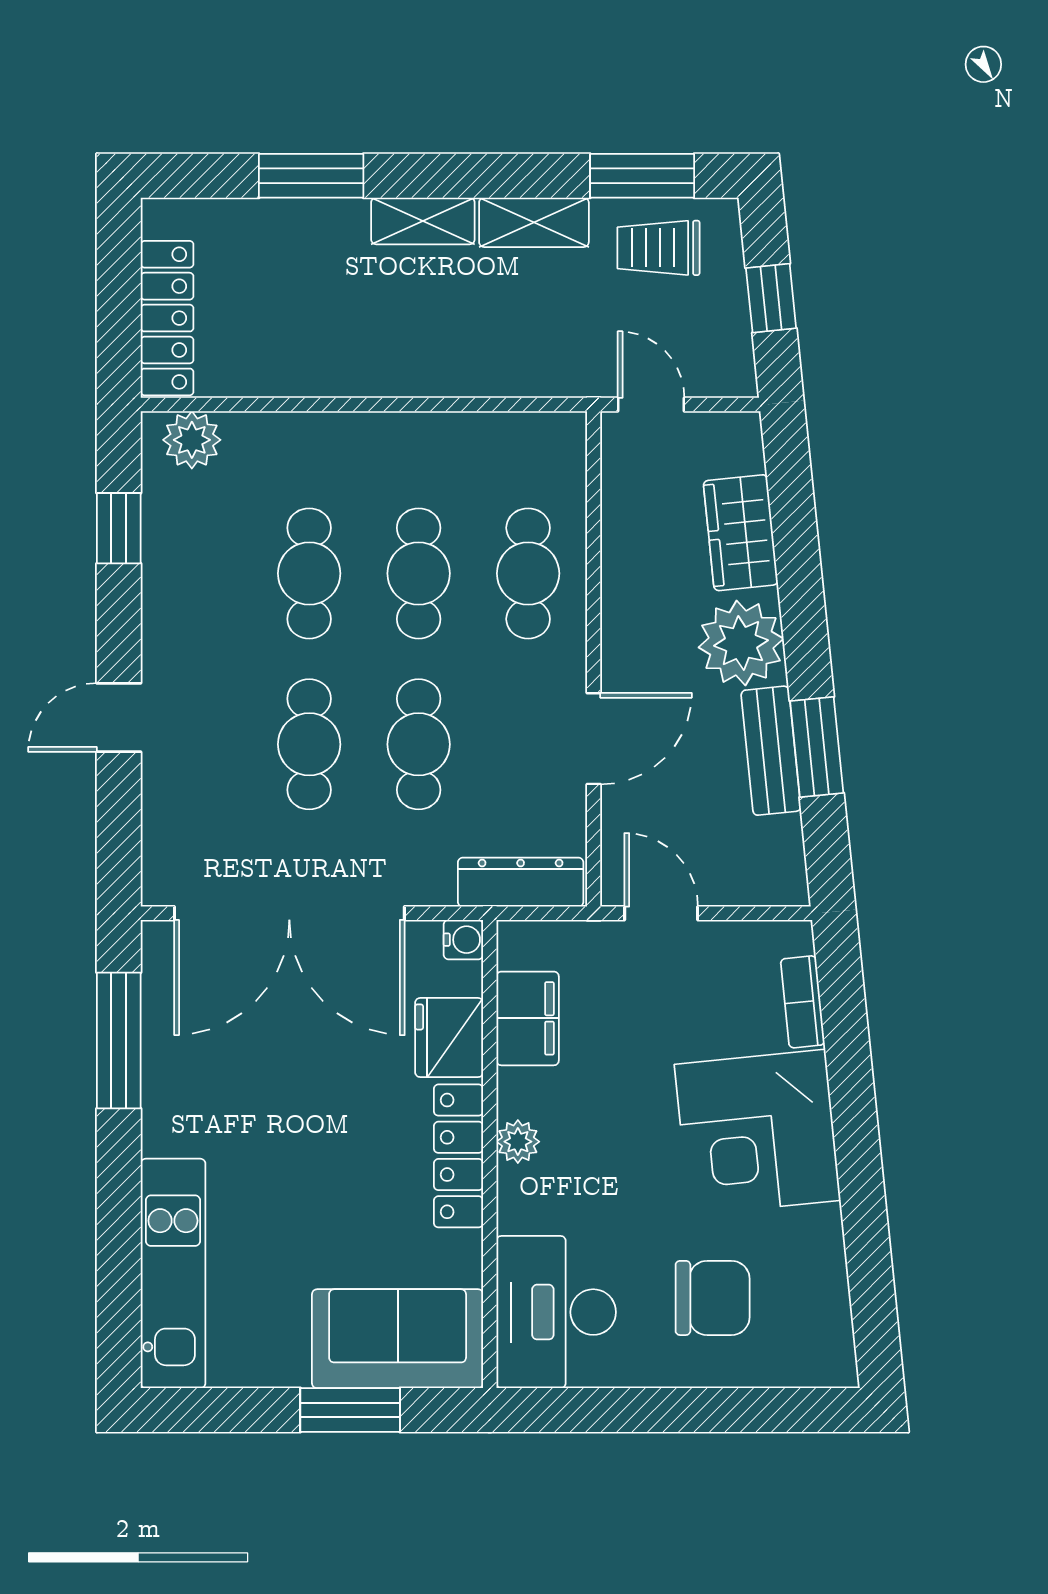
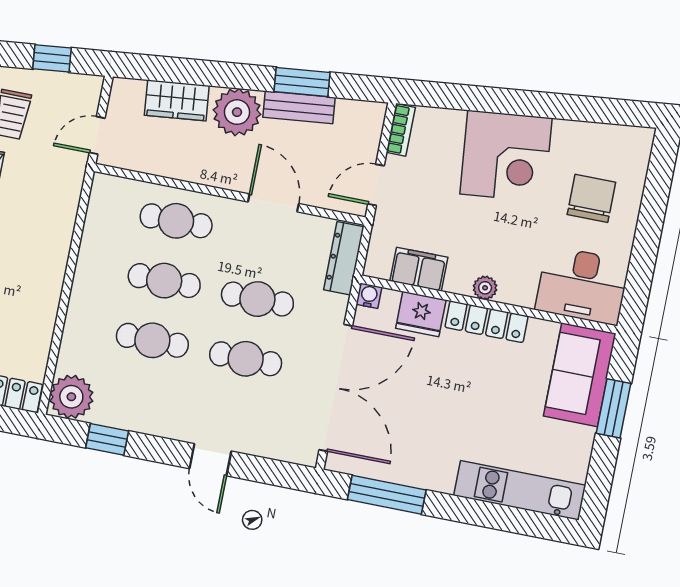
plant: (192, 440) -> (71, 397), width x1.36, depth x1.36
bookcase: (803, 1002) -> (401, 130), moved, turned -84

